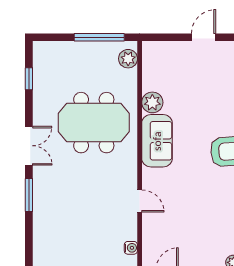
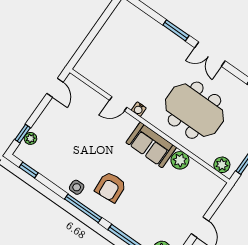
meeting table: (94, 123) -> (194, 110), turned 90
water cooler: (131, 248) -> (139, 109), moved

